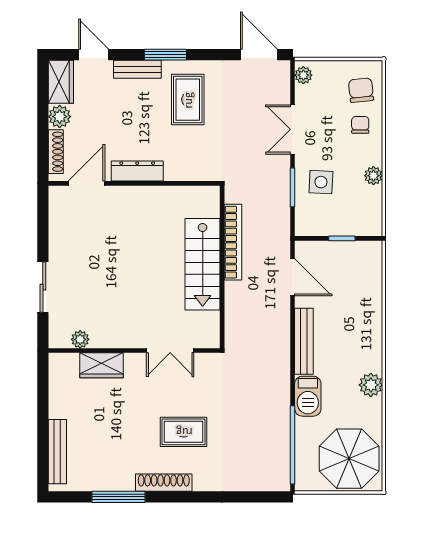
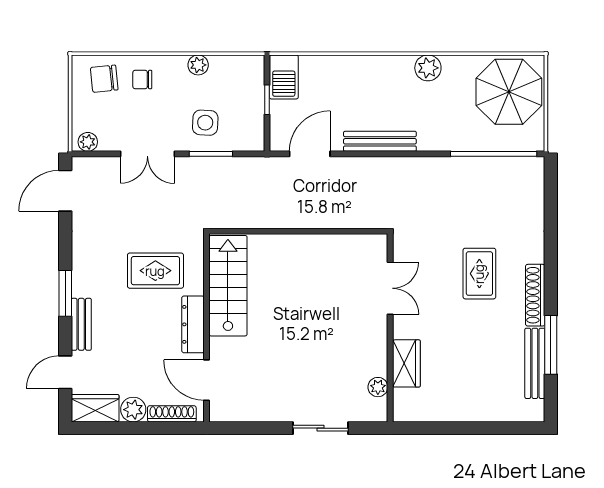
rug: (188, 100) -> (155, 271), moved
bookcase: (233, 242) -> (271, 219), removed
stairs: (203, 264) -> (228, 286), moved, turned -90
barbecue: (308, 396) -> (284, 77), moved, turned 90
bench: (57, 452) -> (535, 363), moved, turned 90

